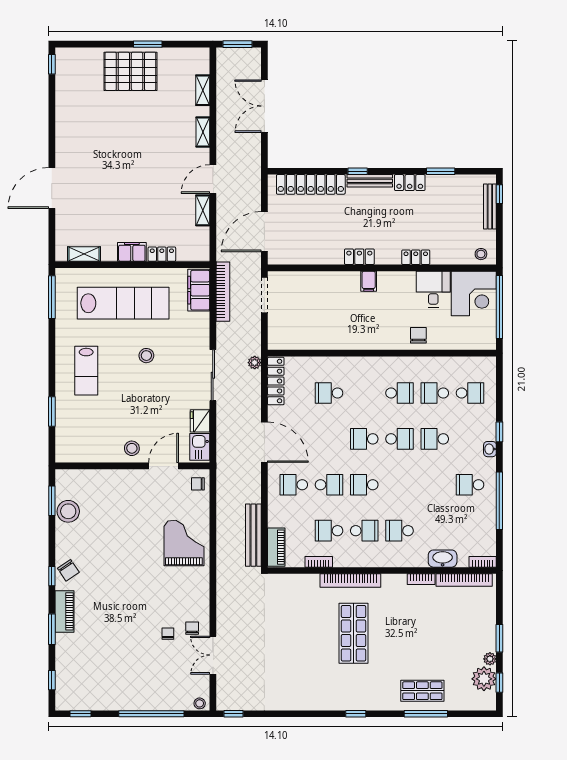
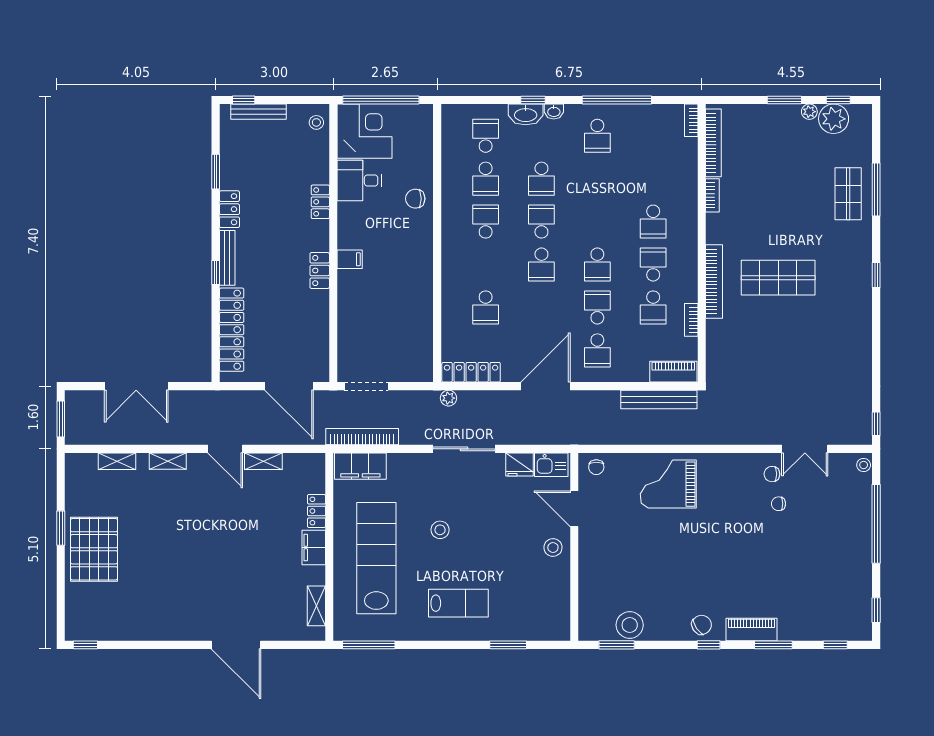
washbasin: (443, 559) -> (526, 114), moved, turned -90

